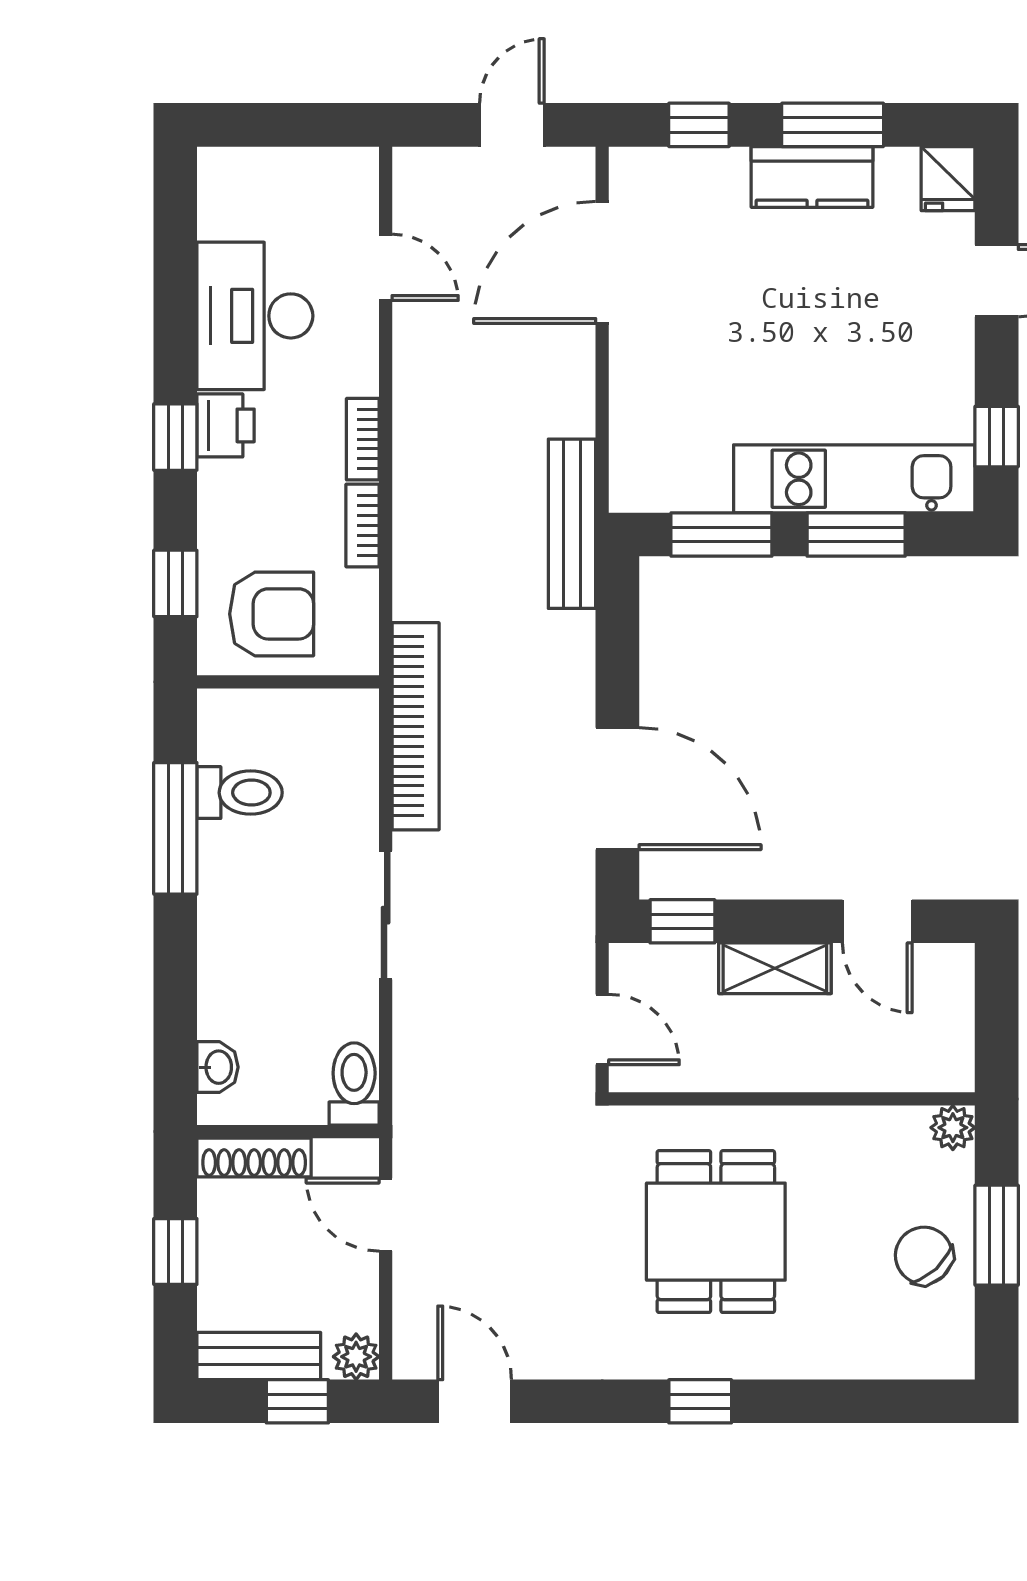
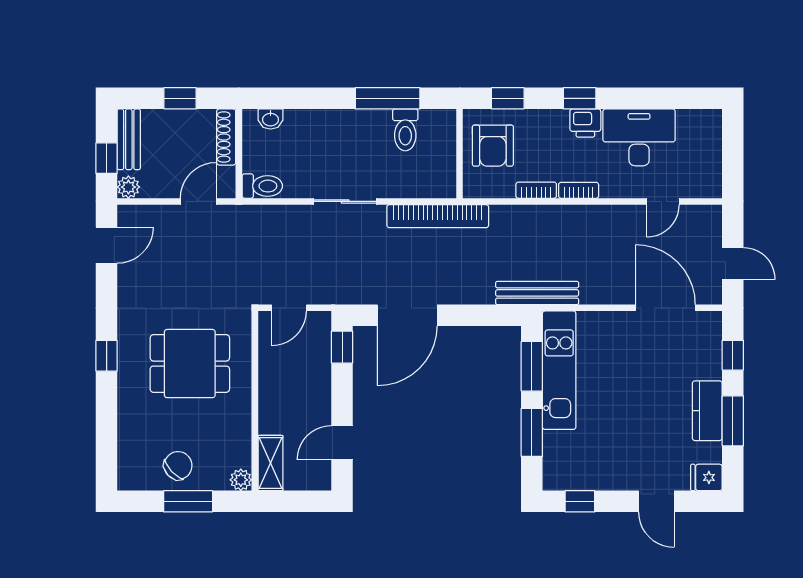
kitchen unit: (854, 479) -> (559, 370), moved
shelving: (775, 968) -> (270, 463), moved

